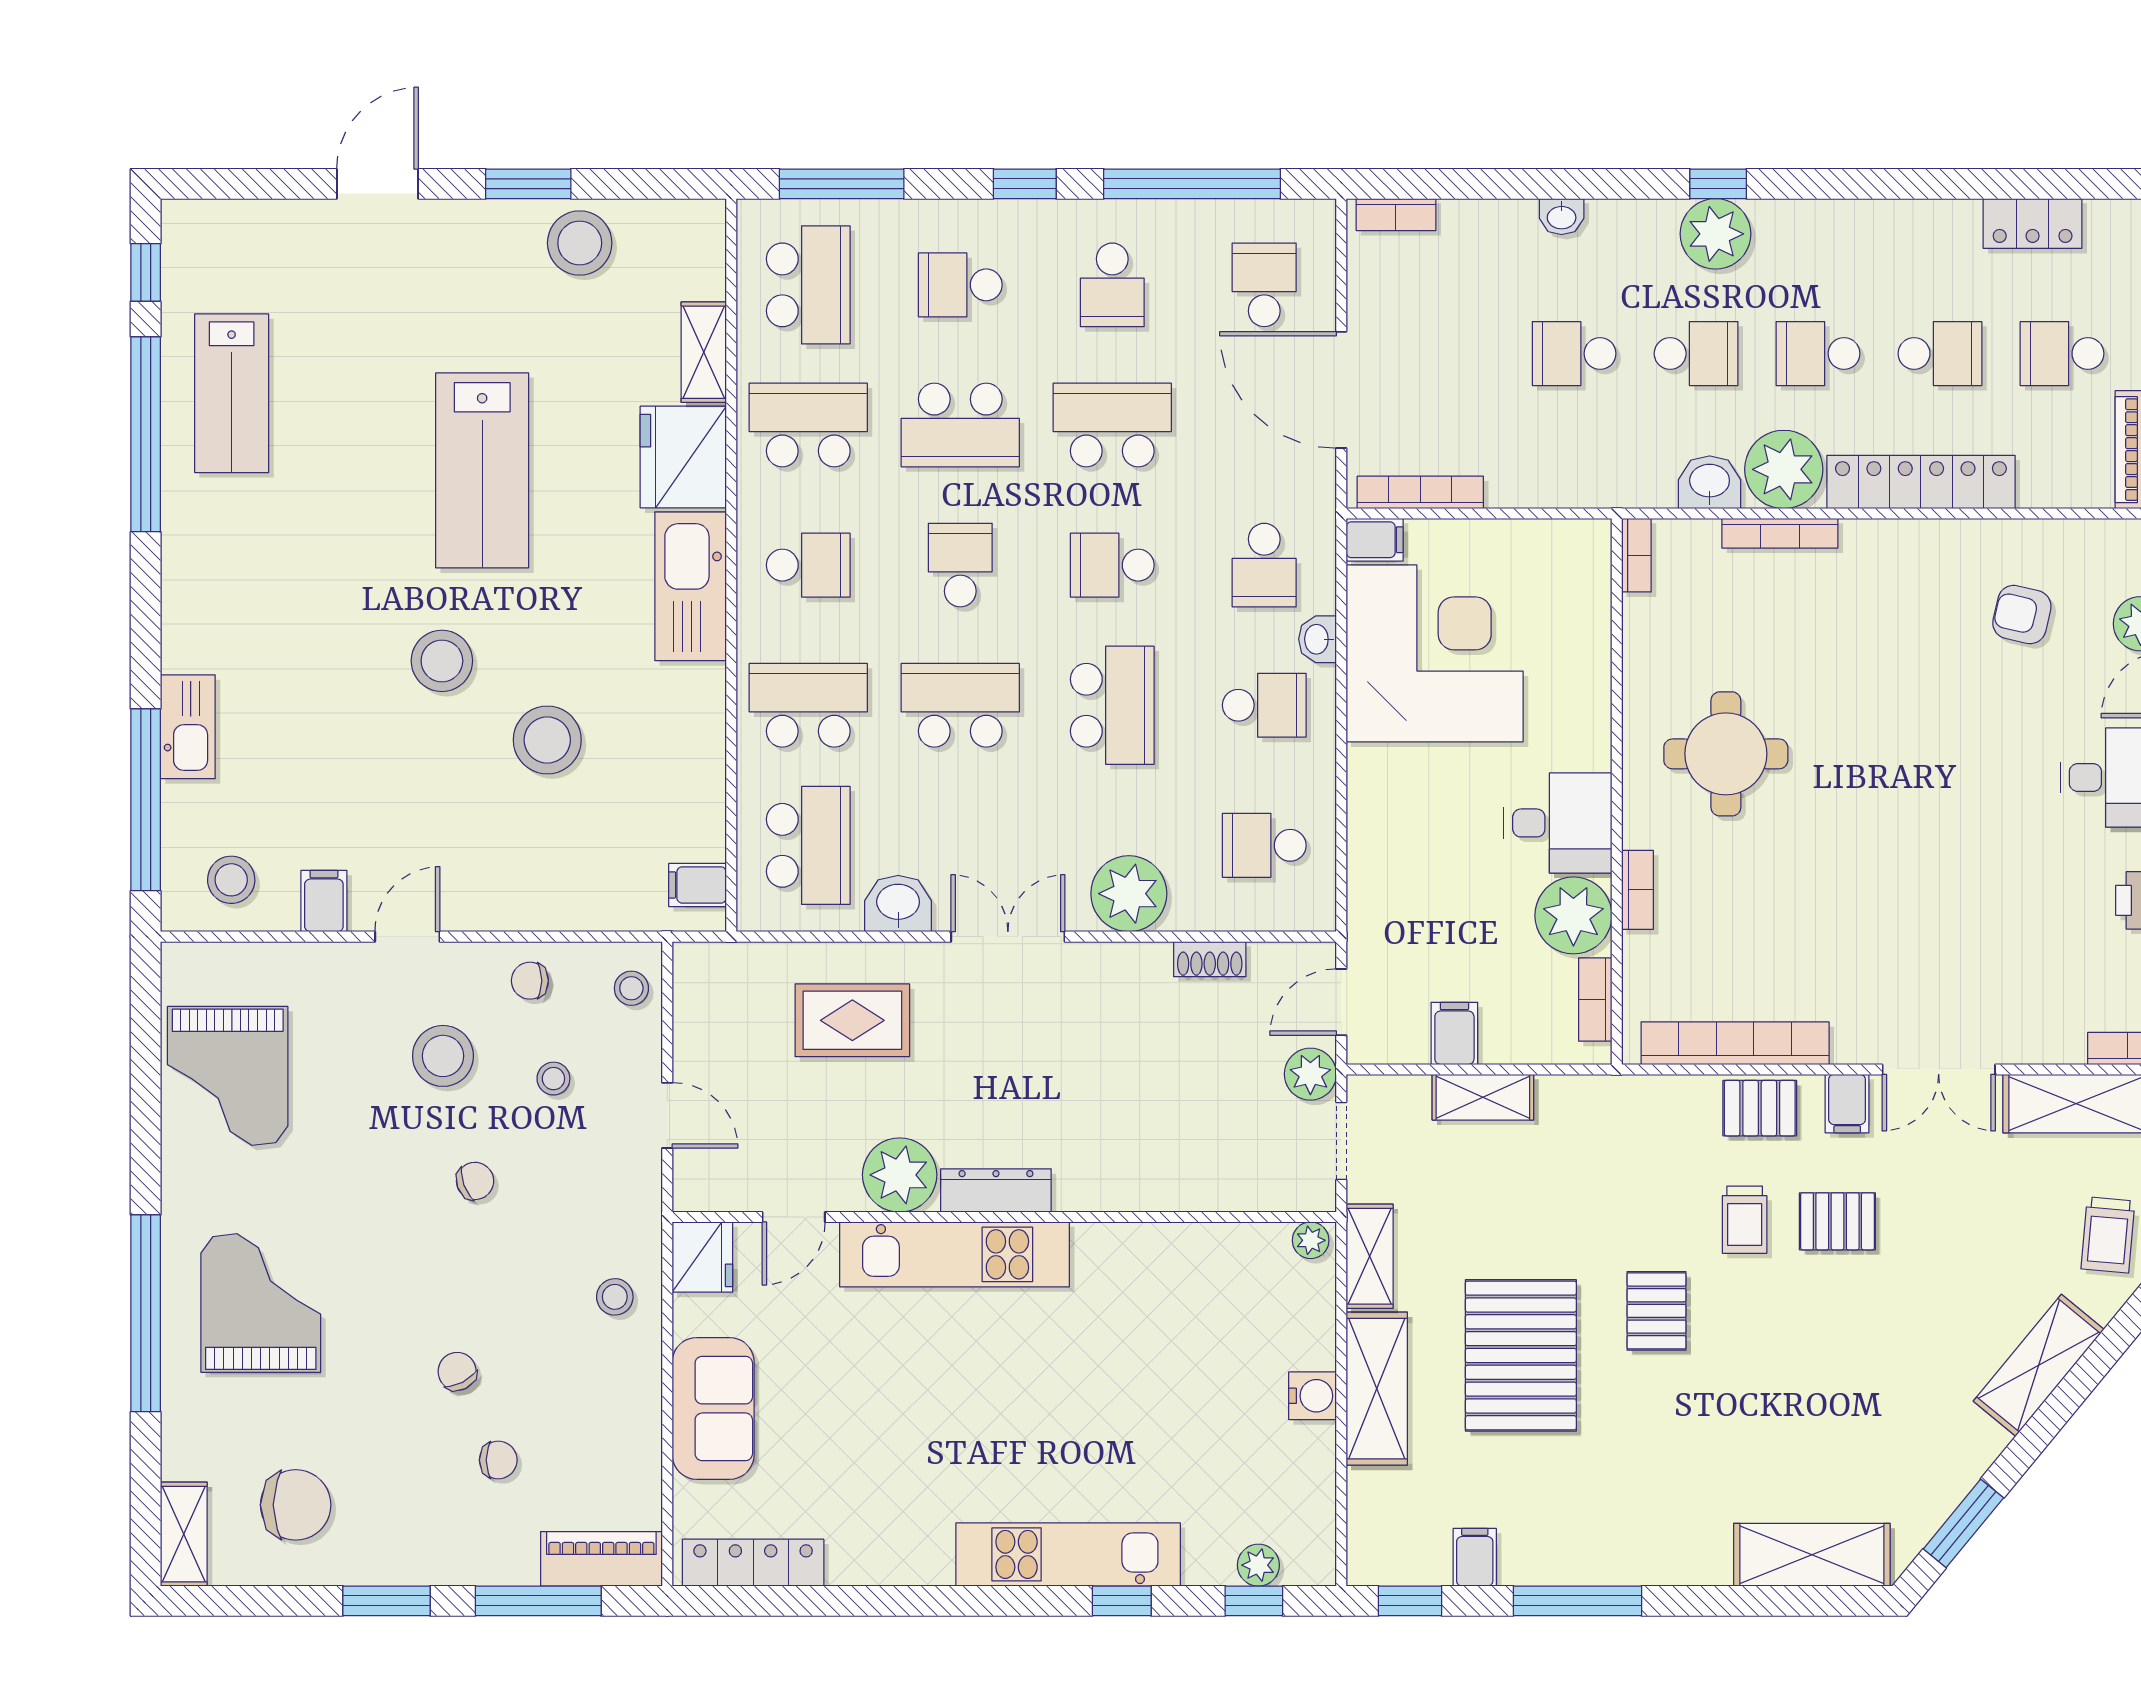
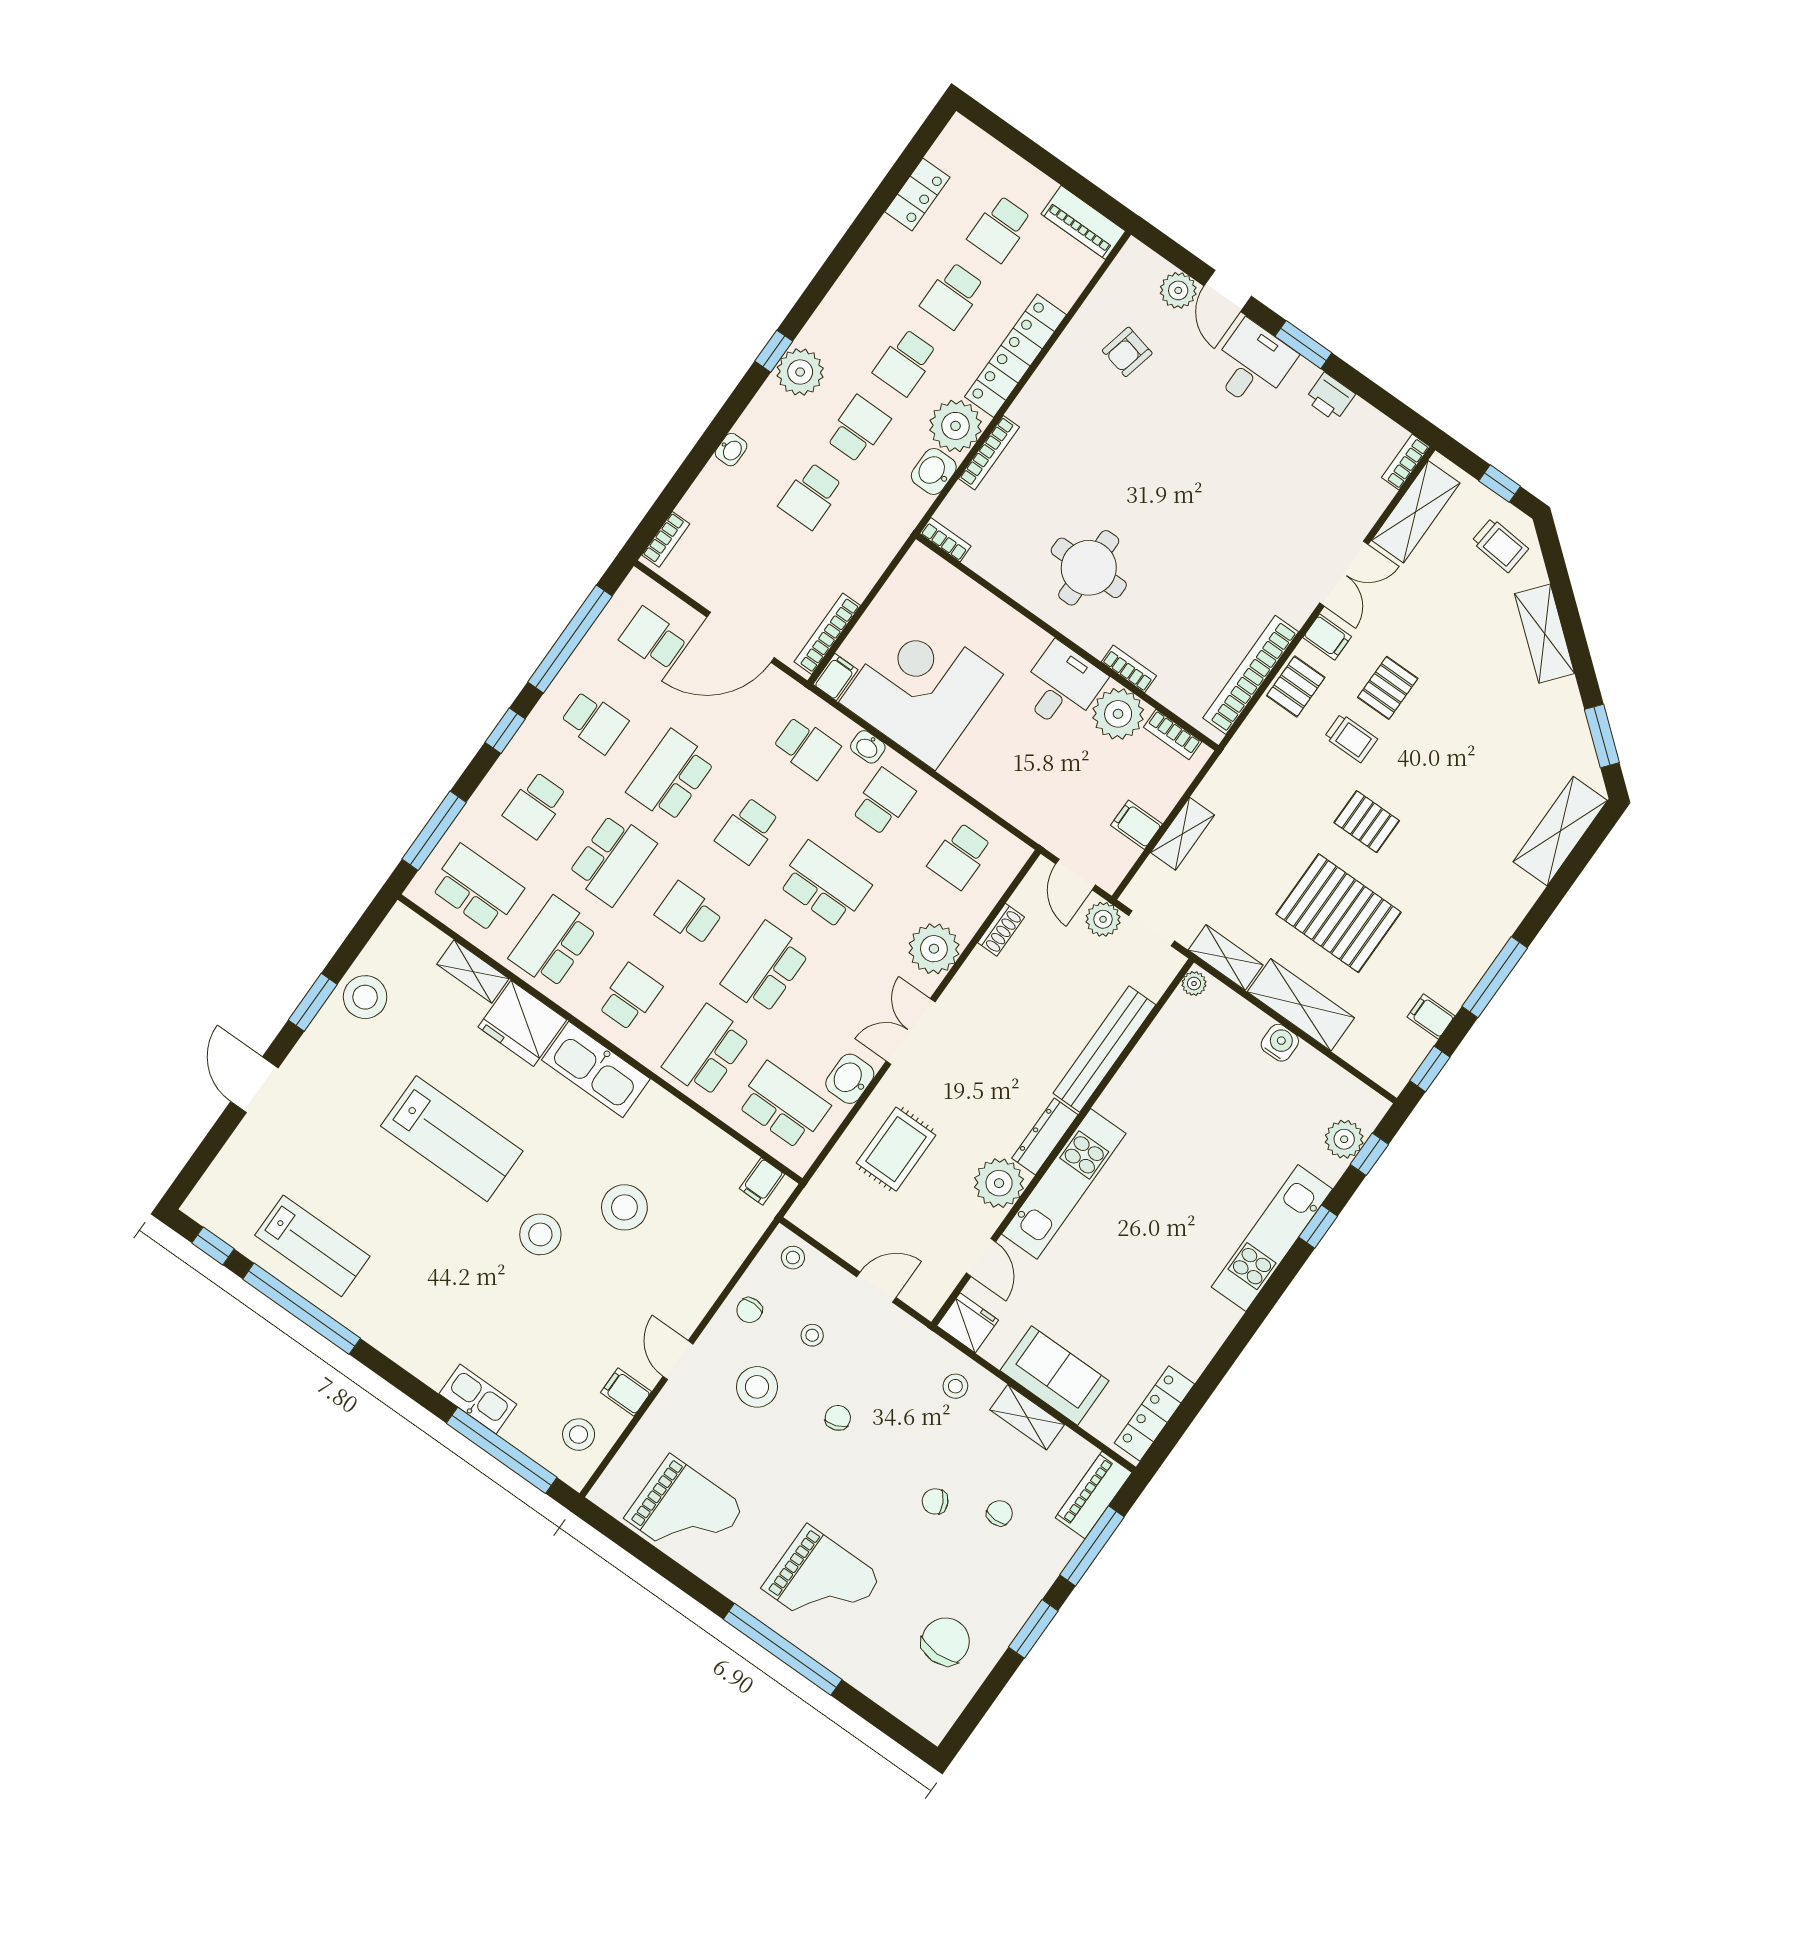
school desk: (1940, 354) -> (953, 296), turned 180
bench: (1154, 1188) -> (1104, 1049), added
grand piano: (261, 1303) -> (822, 1582), turned 180
shelving: (184, 1534) -> (1027, 1417), moved
plant: (1258, 1565) -> (1344, 1139), width x1.38, depth x1.38

